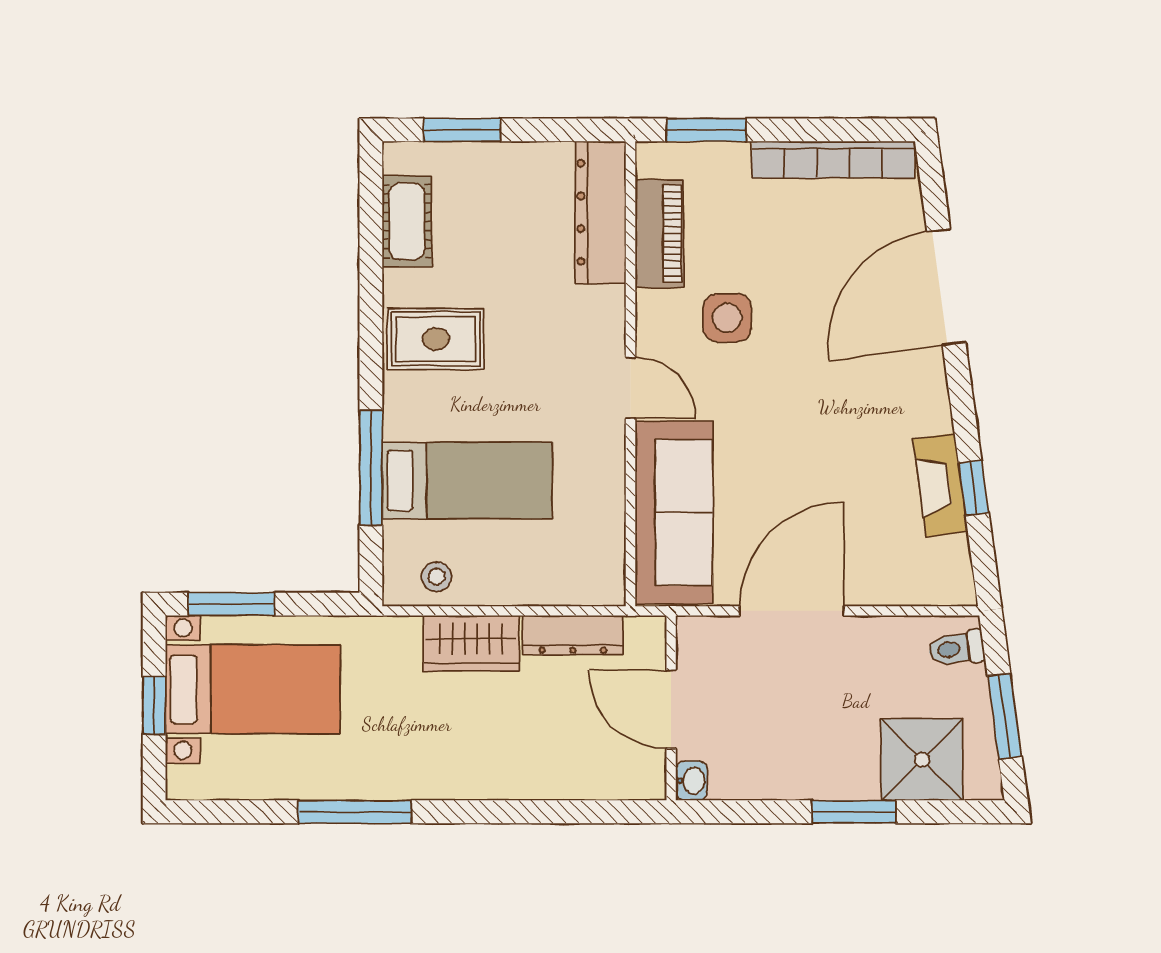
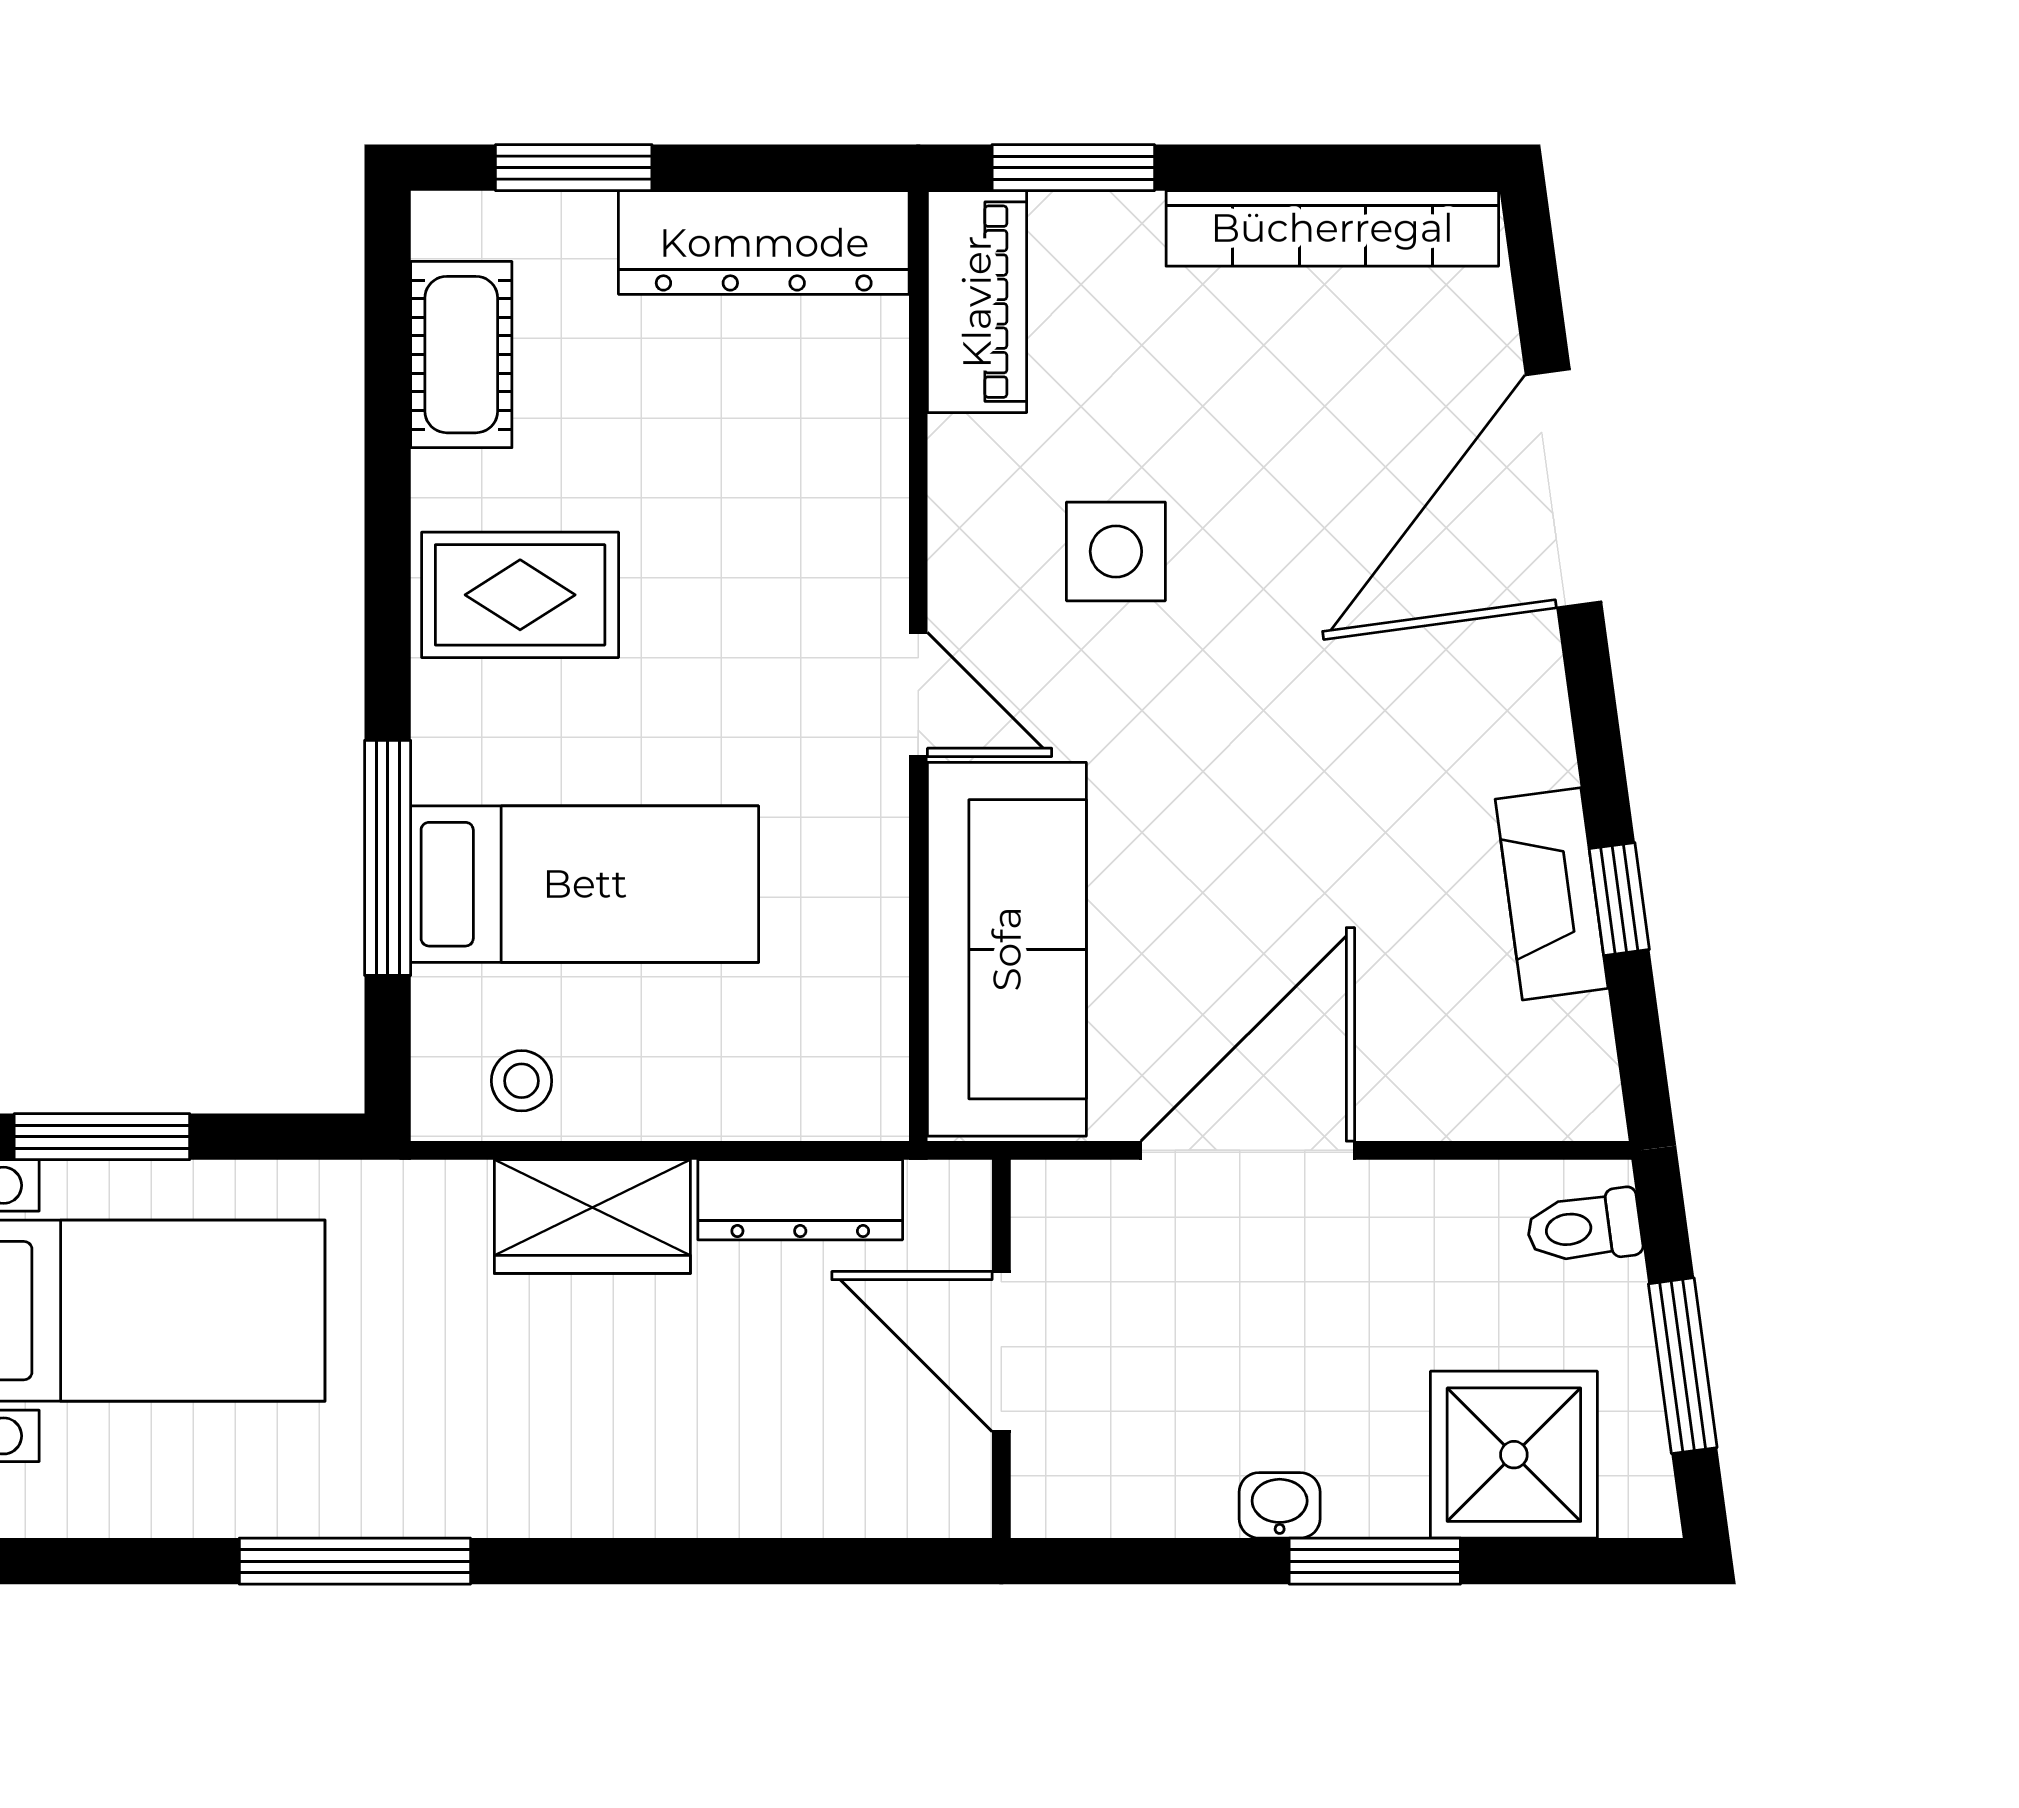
dresser: (601, 212) -> (764, 243), moved, turned -90
piano: (659, 234) -> (977, 302), moved
washbasin: (692, 781) -> (1280, 1505), moved, turned -90

